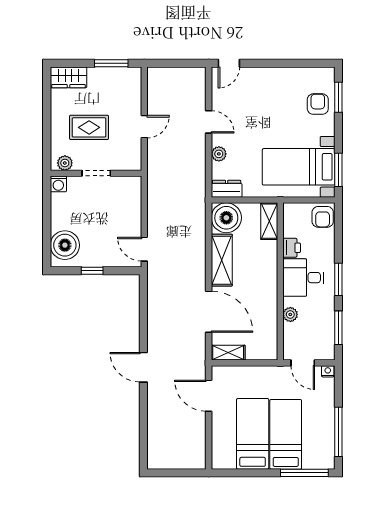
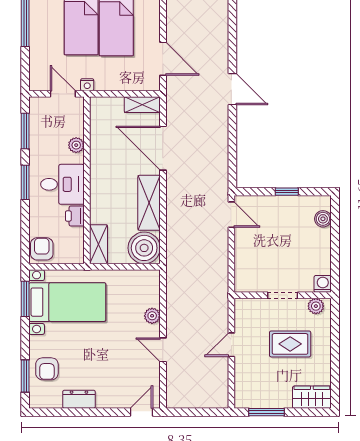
dresser: (227, 189) -> (79, 399), moved, turned 180
boiler: (65, 245) -> (323, 219), width x0.54, depth x0.54
nightstand: (328, 371) -> (87, 85), moved

